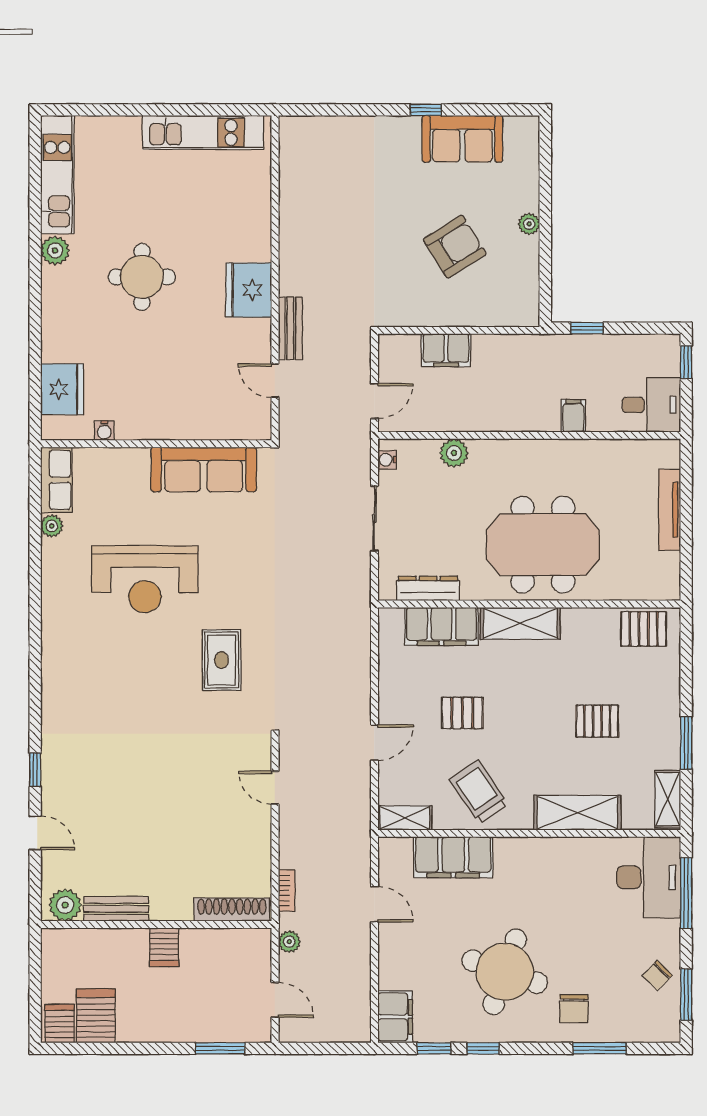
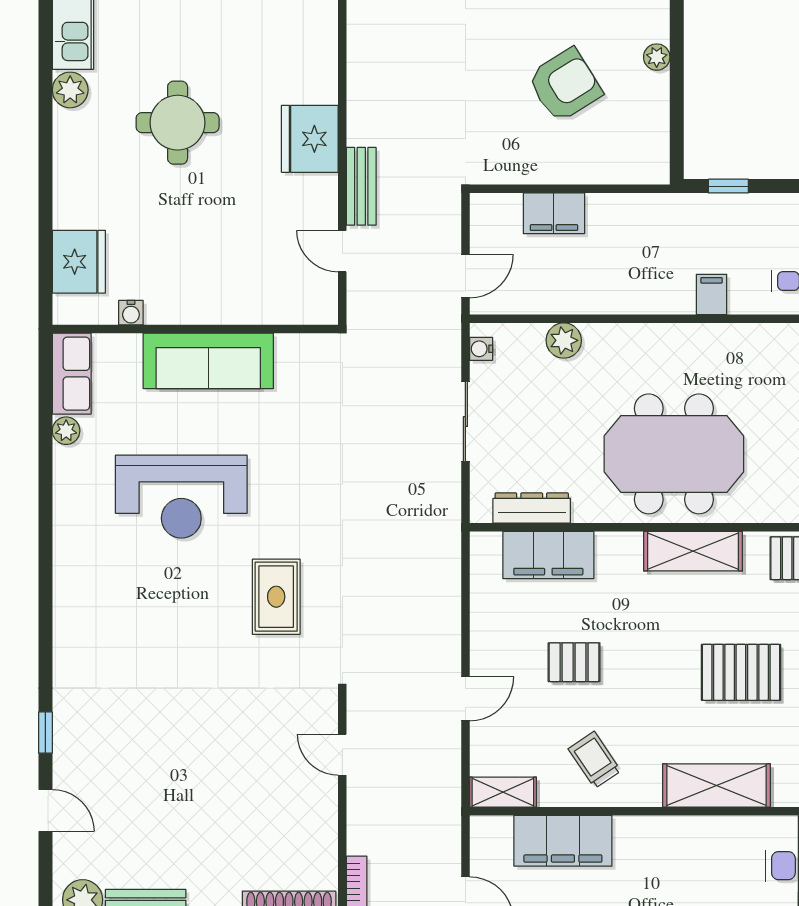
sofa: (204, 469) -> (208, 361), moved
shelving: (520, 623) -> (693, 551), moved
pallet: (597, 721) -> (741, 672), width x1.50, depth x1.42
trolley: (479, 792) -> (595, 760), width x0.73, depth x0.72

